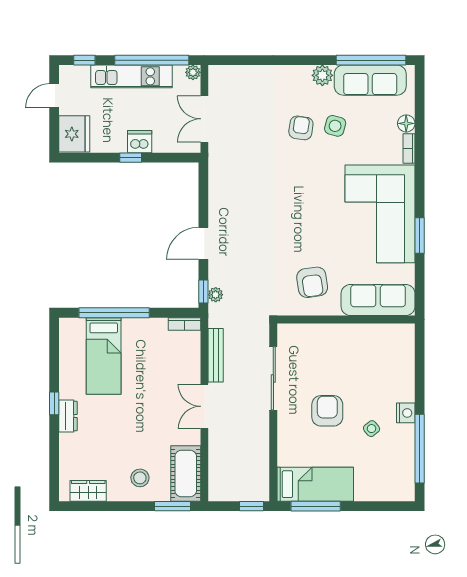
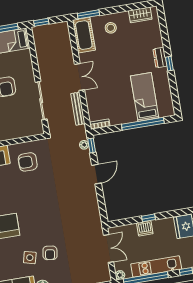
armchair: (312, 282) -> (28, 162), turned -82

